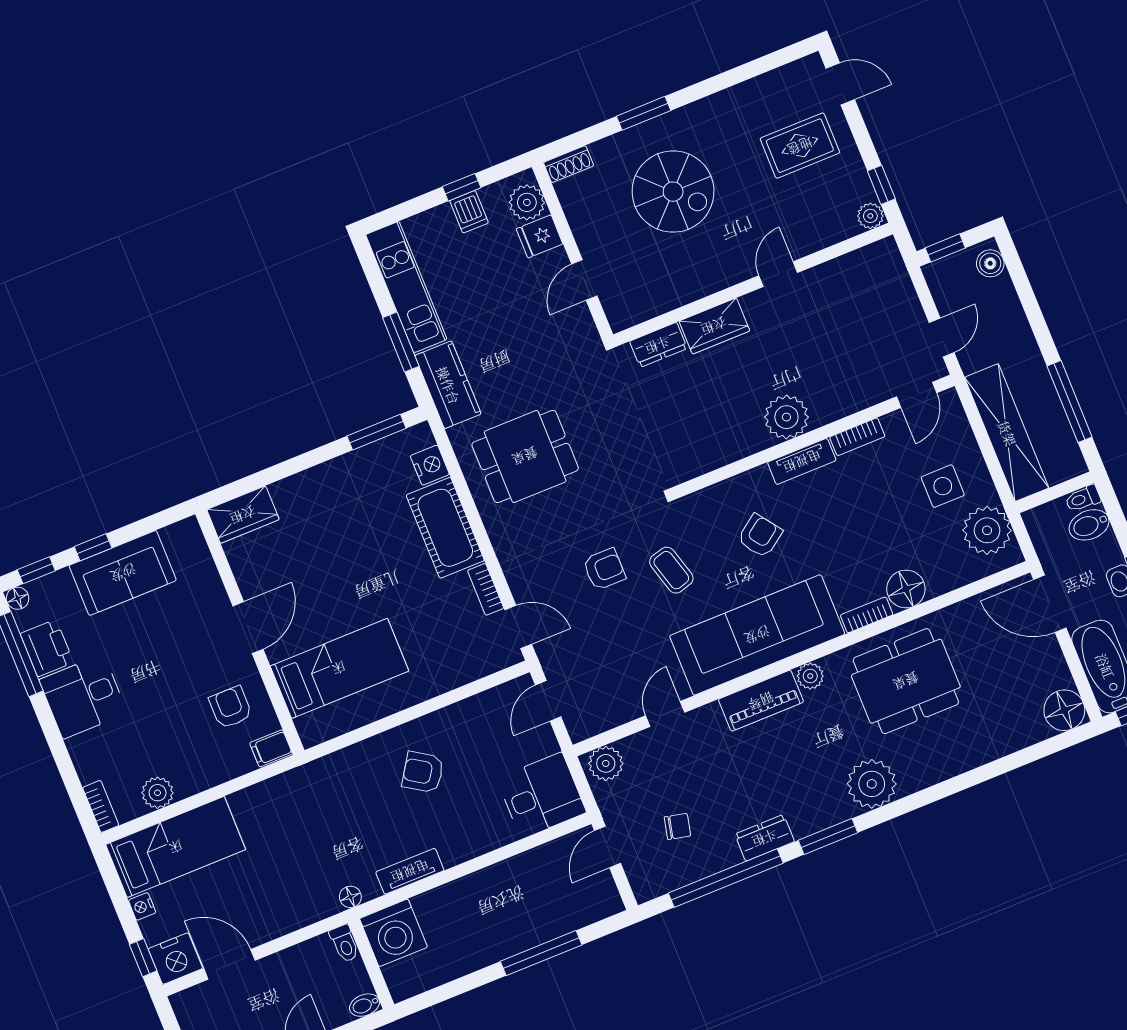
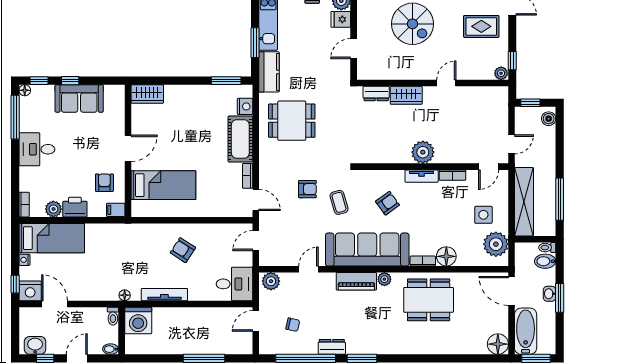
printer: (47, 648) -> (75, 207), moved, turned -90
plant: (872, 784) -> (393, 342), removed
tv unit: (410, 871) -> (164, 295), width x1.41

